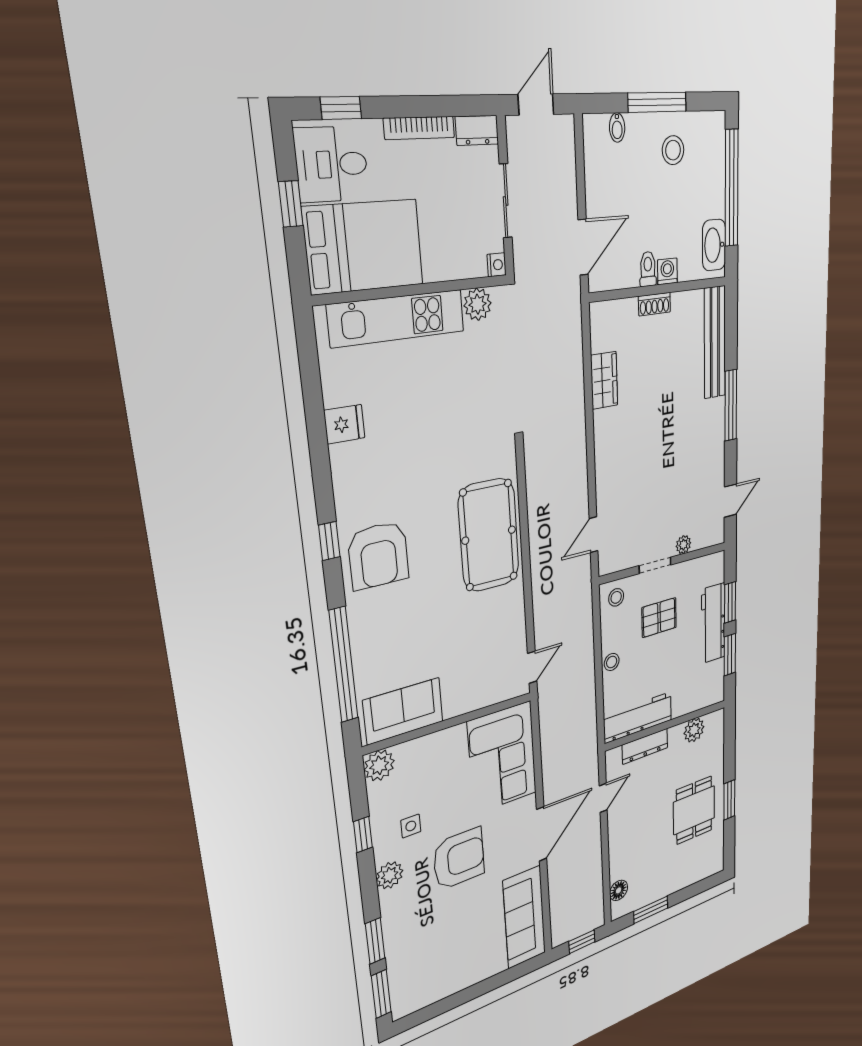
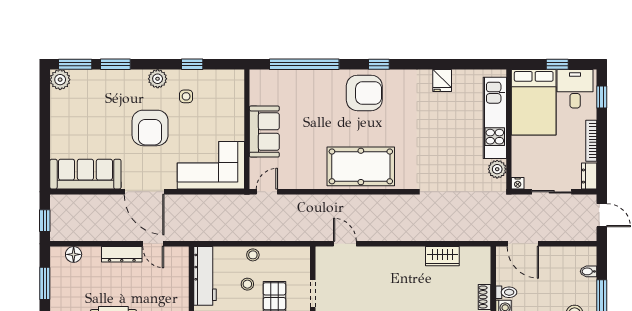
armchair: (379, 555) -> (364, 93), turned 180
stool: (616, 597) -> (247, 284), moved
door: (532, 667) -> (267, 192), swing flipped
sofa: (403, 711) -> (264, 132), moved
dresser: (645, 746) -> (122, 254), moved, turned -90
plant: (379, 765) -> (60, 80), moved

